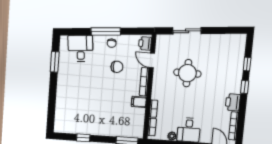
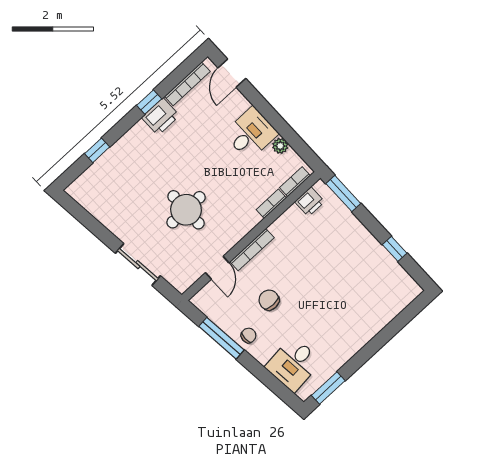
window: (106, 31) -> (222, 338), moved
printer: (145, 43) -> (310, 202), moved
window: (55, 62) -> (328, 388), moved
window: (245, 87) -> (149, 102), moved
filing cabinet: (139, 102) -> (282, 230), removed

